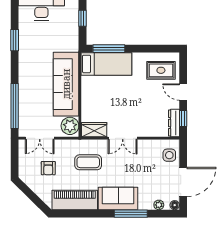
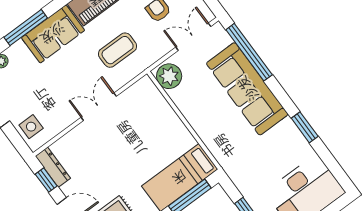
sofa: (66, 84) -> (247, 89), moved, turned 180
wardrobe: (94, 130) -> (138, 92), removed

